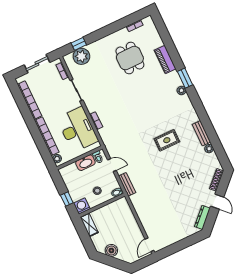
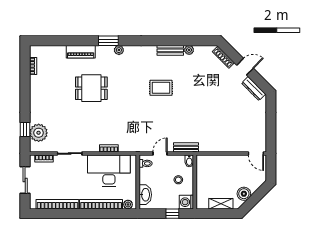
dining table: (130, 58) -> (91, 88), moved
rug: (167, 140) -> (161, 88), turned 90
washbasin: (85, 163) -> (145, 195), moved
shelving: (89, 225) -> (221, 204), moved

